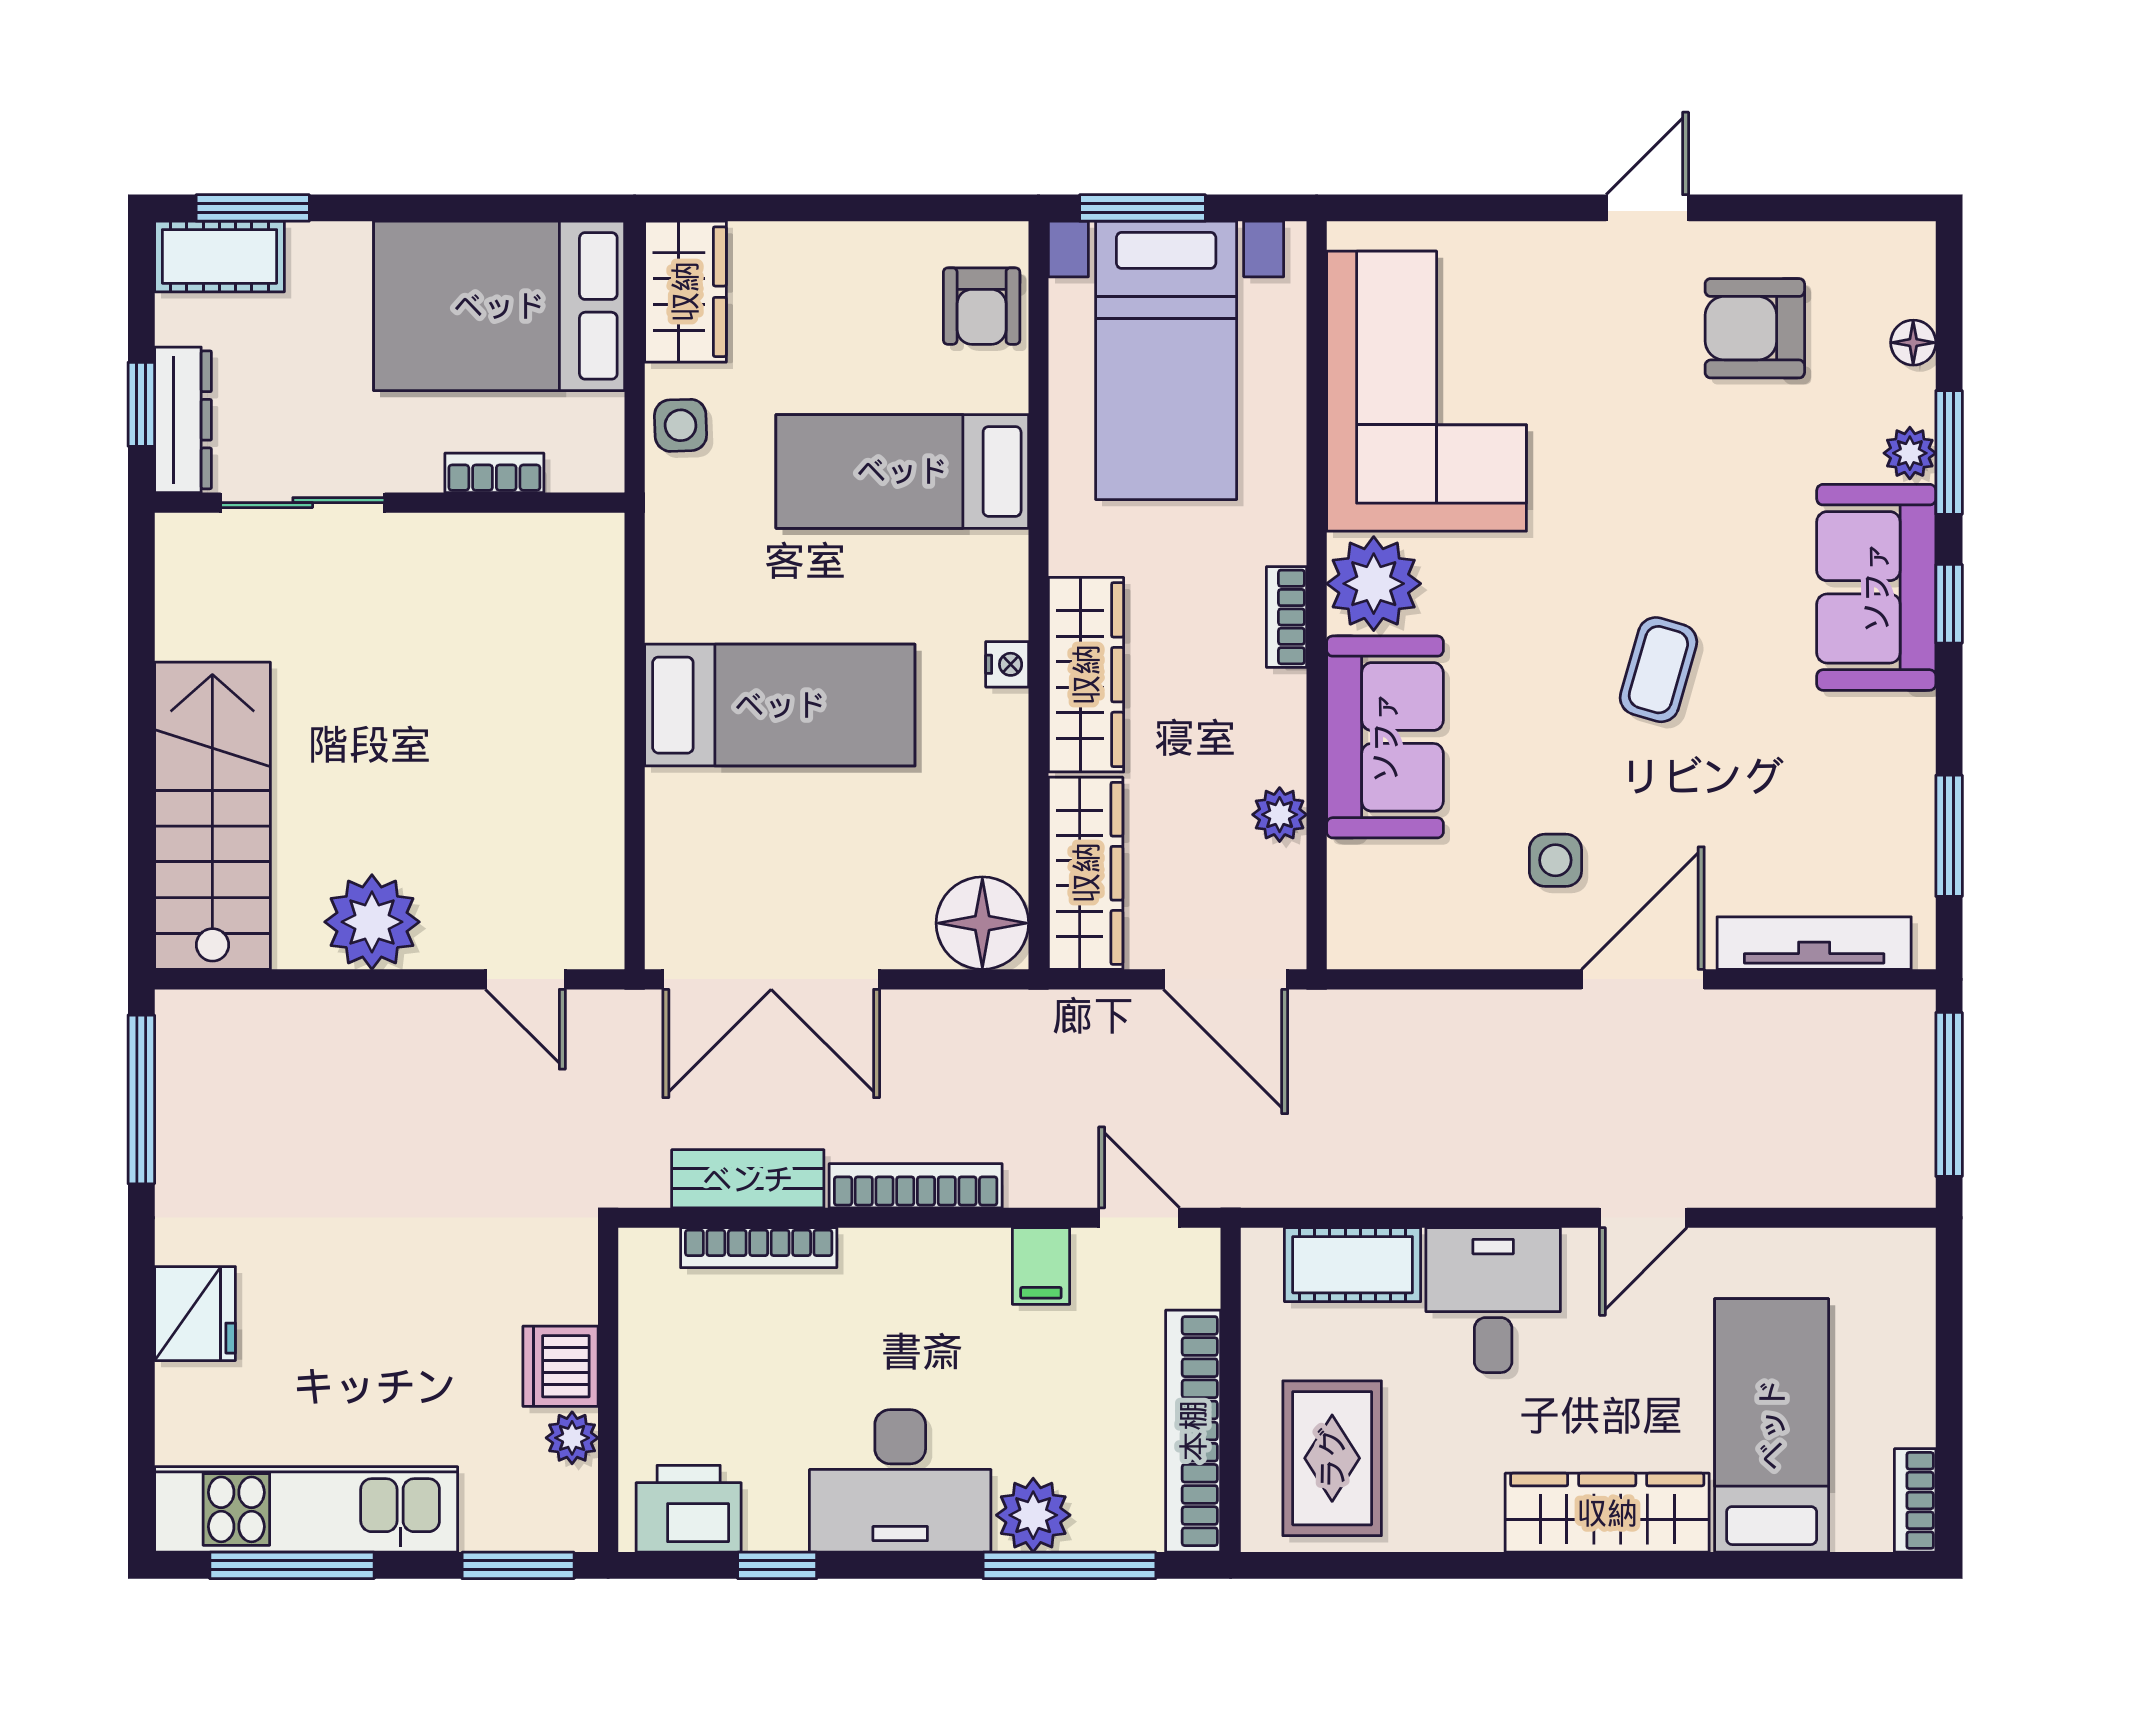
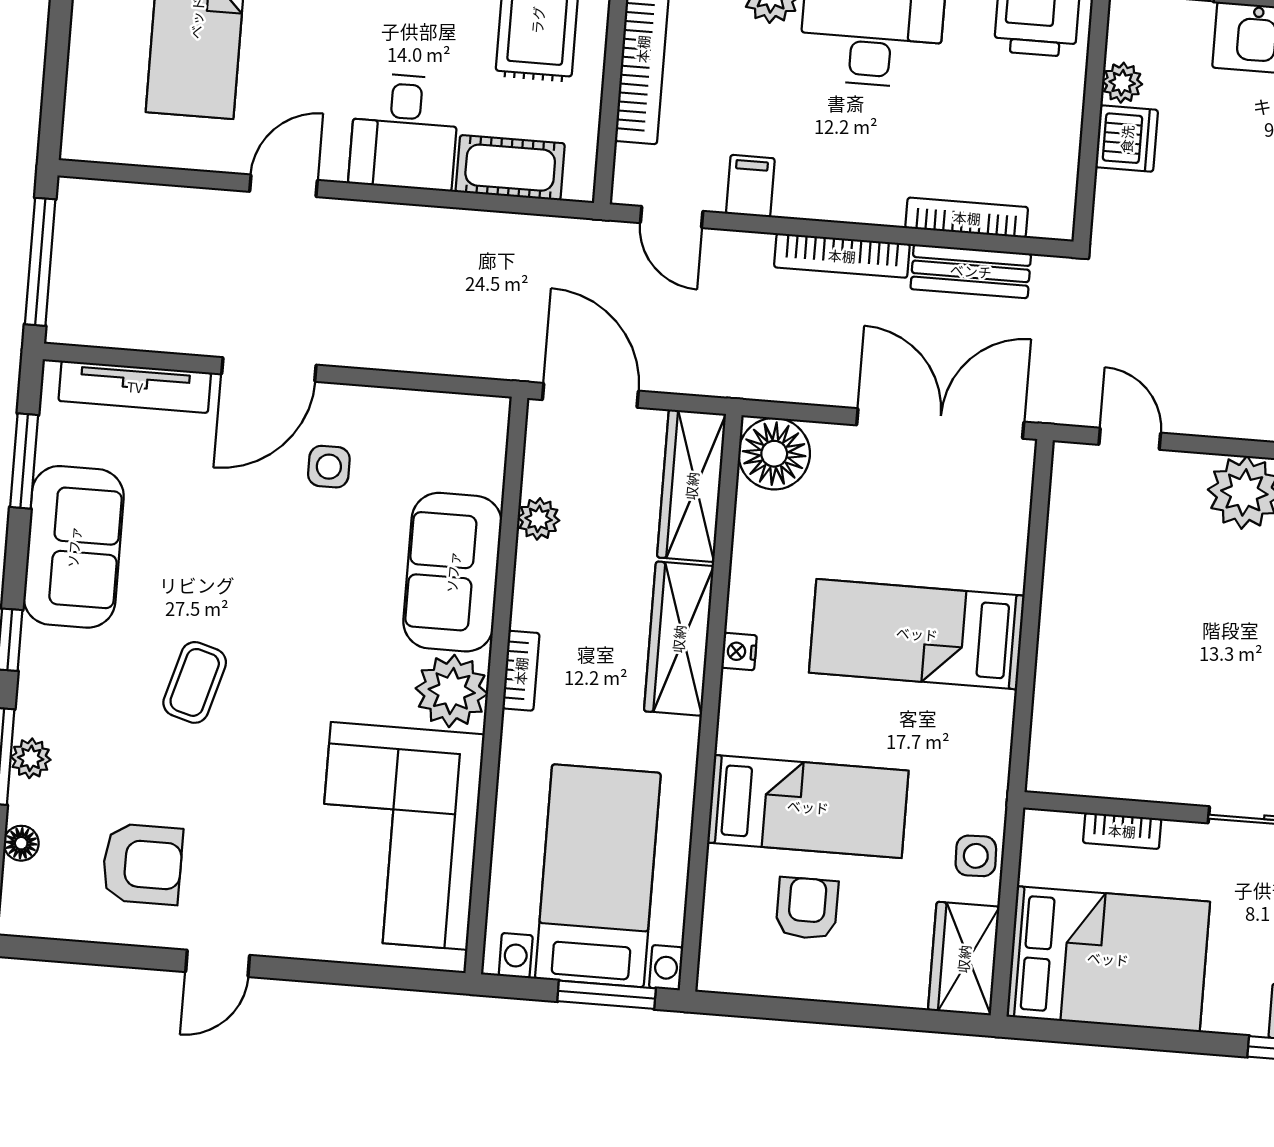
armchair: (982, 306) -> (807, 908), moved
sofa: (1876, 587) -> (74, 547), moved
coffee table: (1658, 670) -> (195, 682), moved

